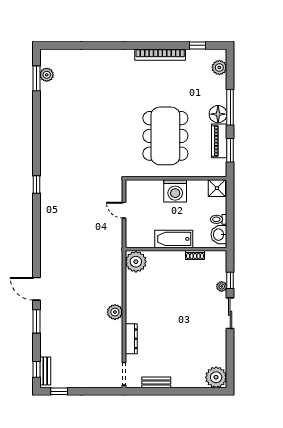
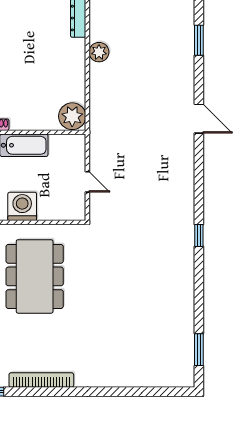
plant: (47, 75) -> (186, 354), removed
window: (36, 185) -> (199, 236), moved
door: (36, 289) -> (199, 119), moved

